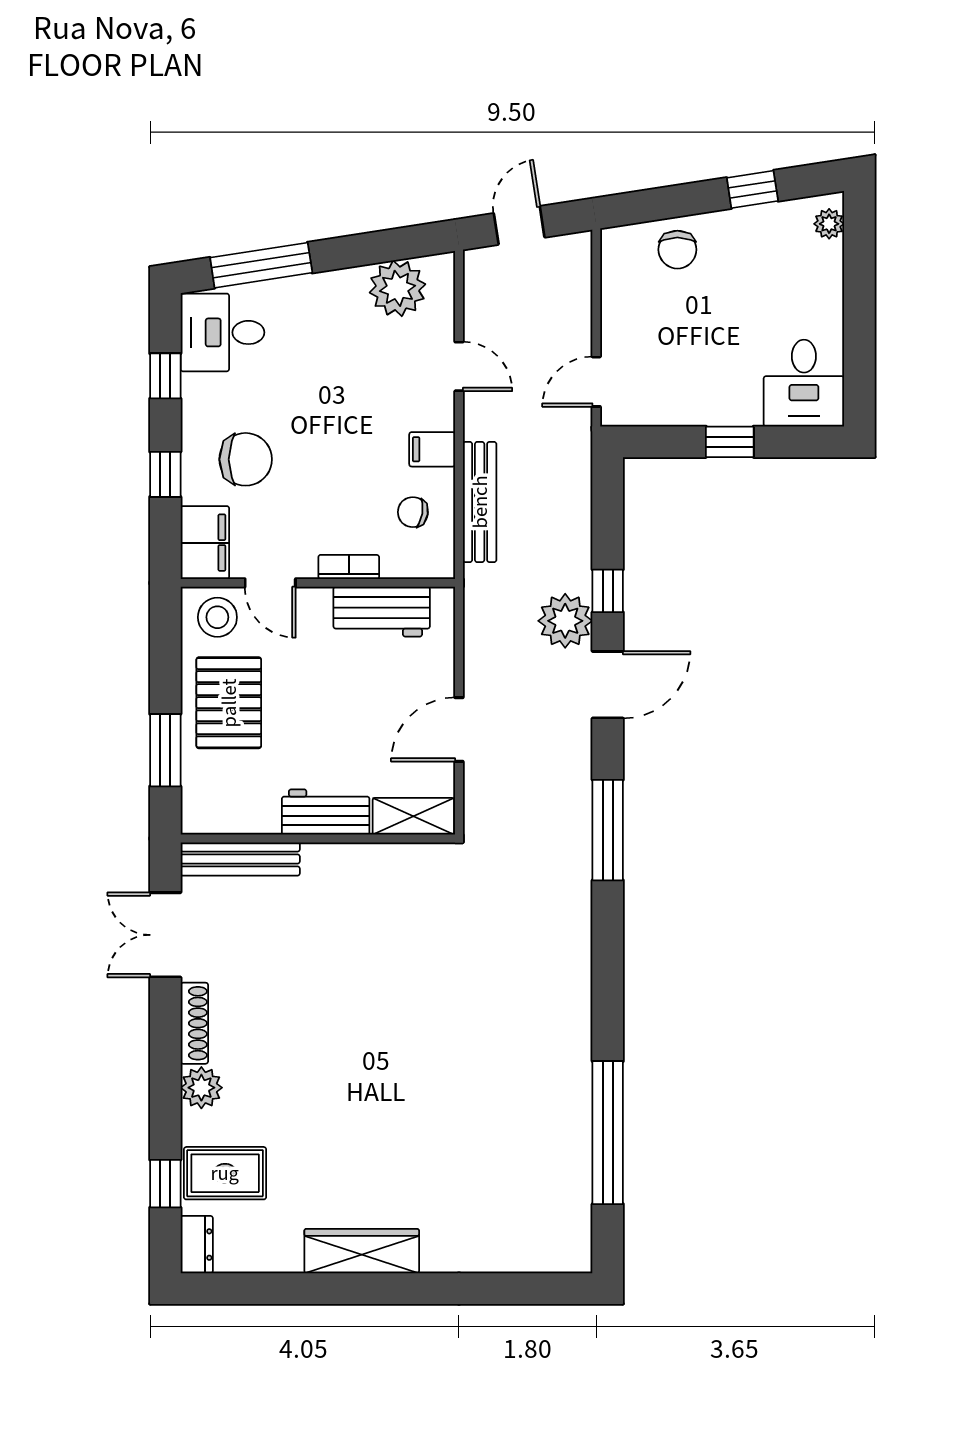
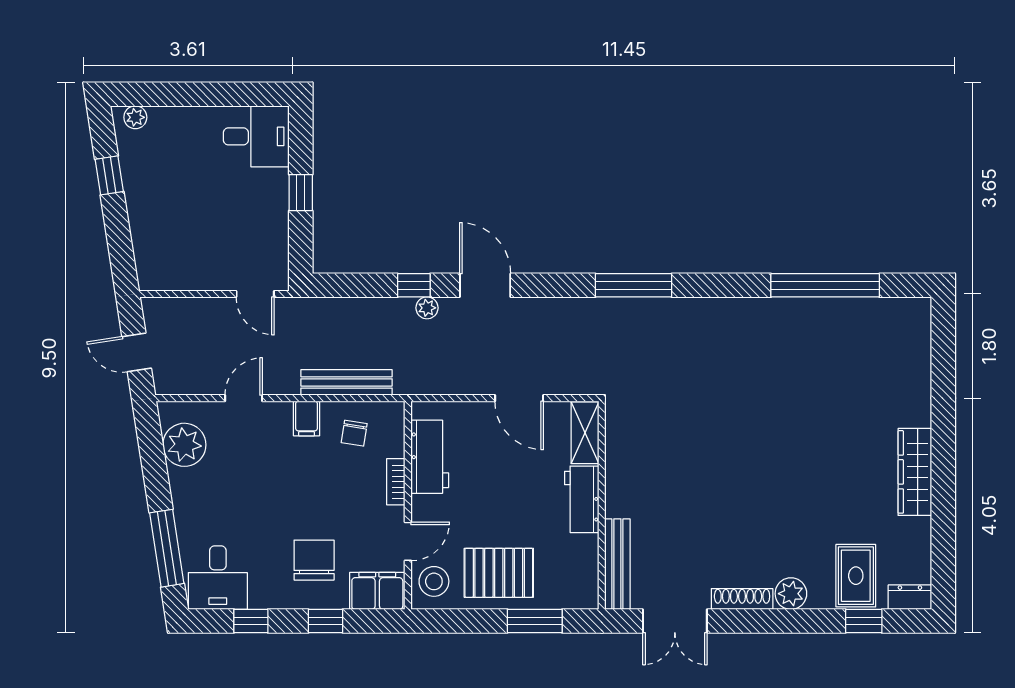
chair: (677, 250) -> (155, 232), removed
plant: (565, 621) -> (427, 308), width x0.53, depth x0.53
window: (608, 830) -> (633, 285), moved

